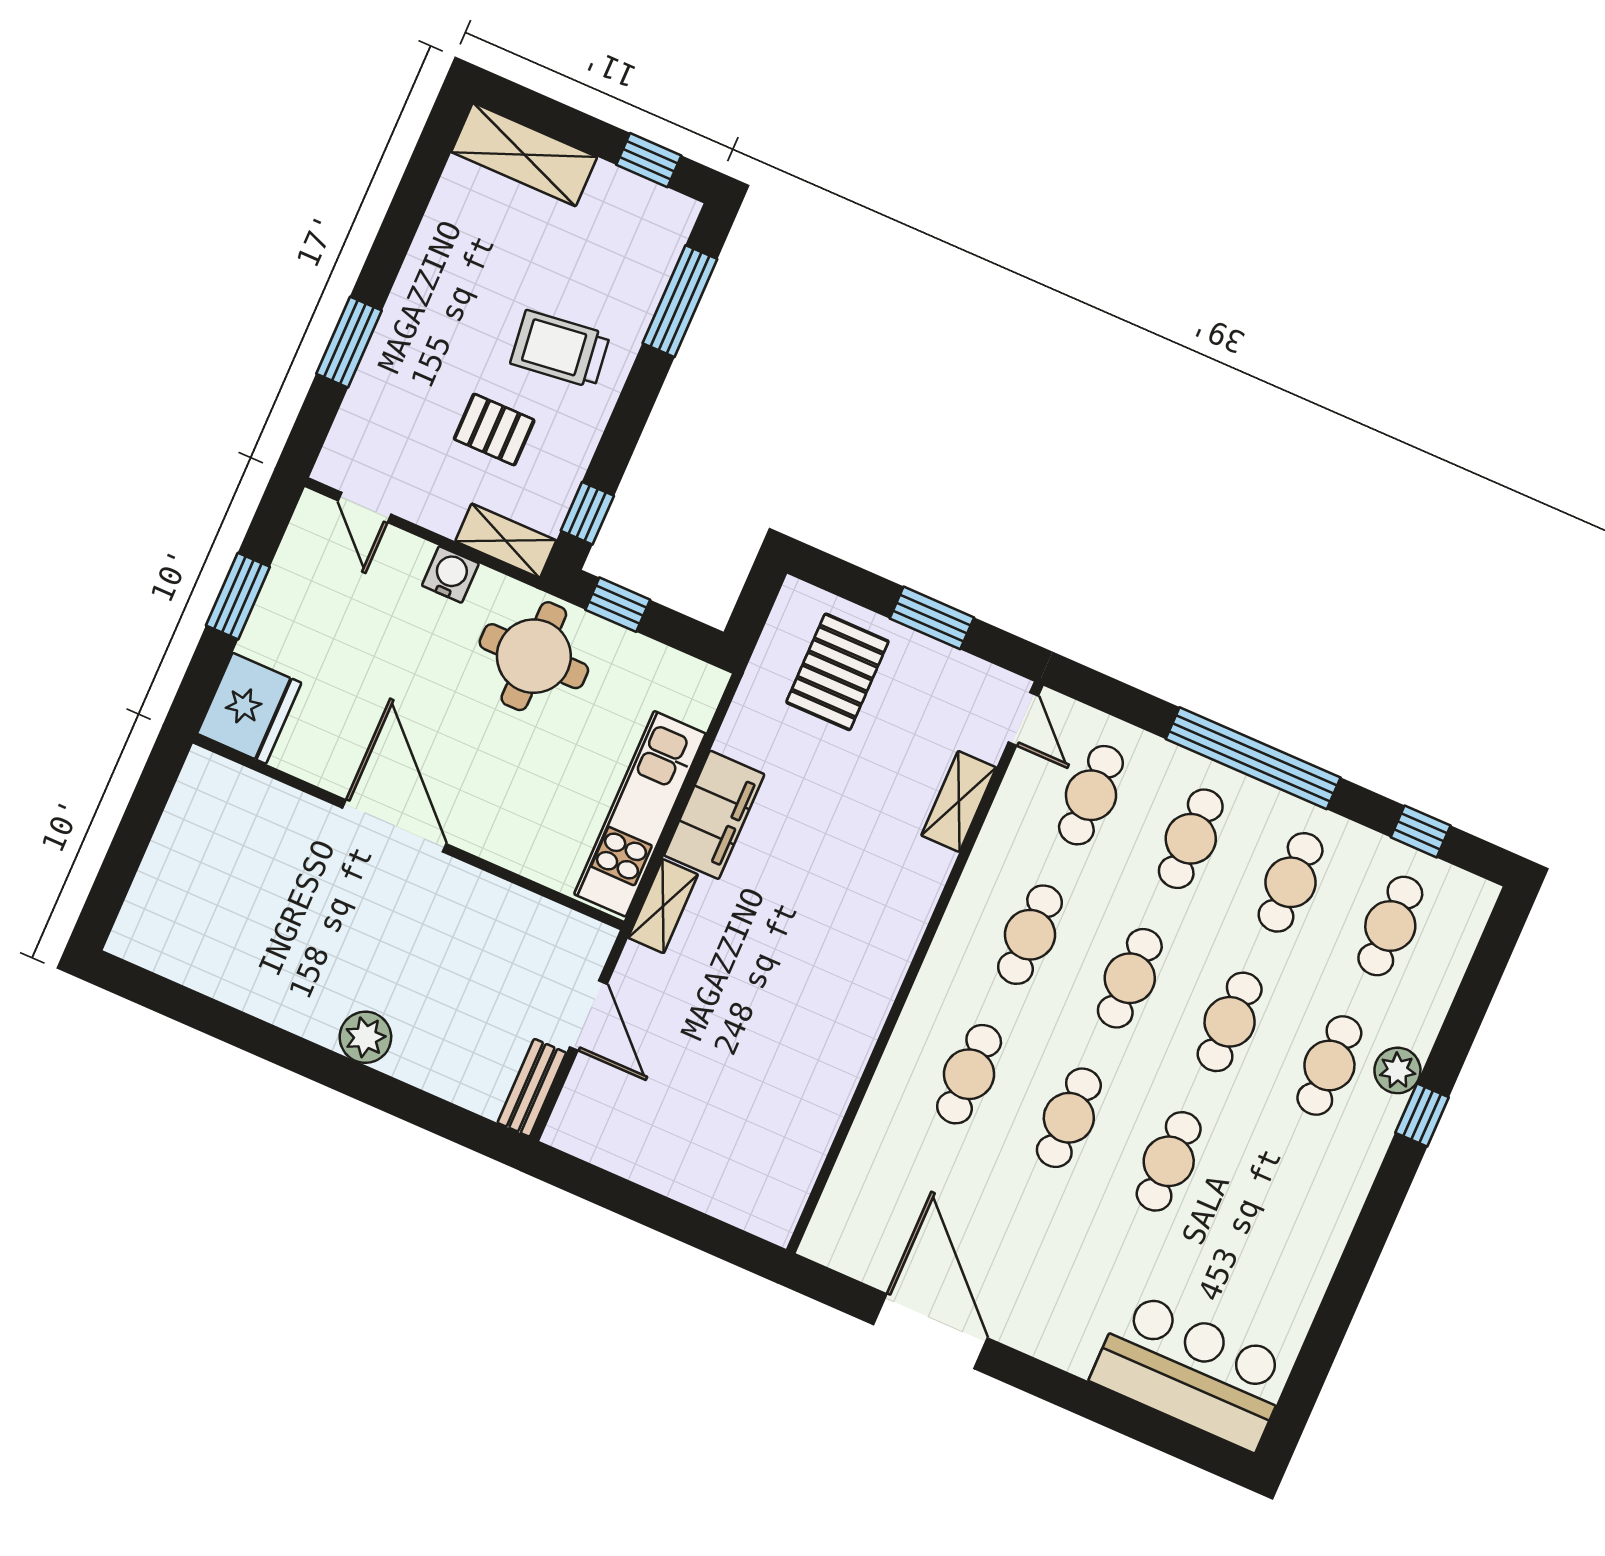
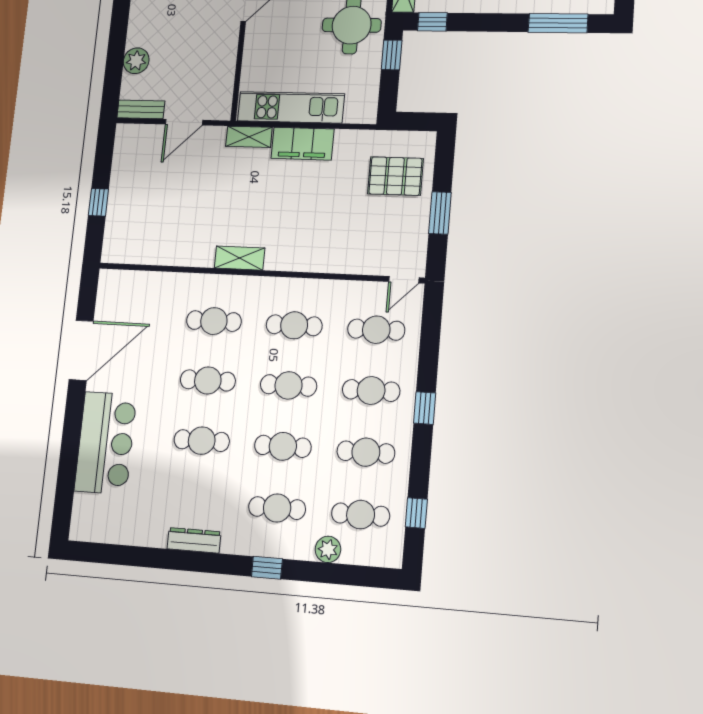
window: (1253, 758) -> (425, 408), width x0.32
shelving: (959, 801) -> (240, 258), moved
plant: (365, 1037) -> (136, 61), moved
plant: (1397, 1070) -> (328, 549), moved
window: (673, 1219) -> (98, 202), added
dresser: (1333, 1228) -> (194, 540), added
bar counter: (1192, 1371) -> (106, 443), moved

